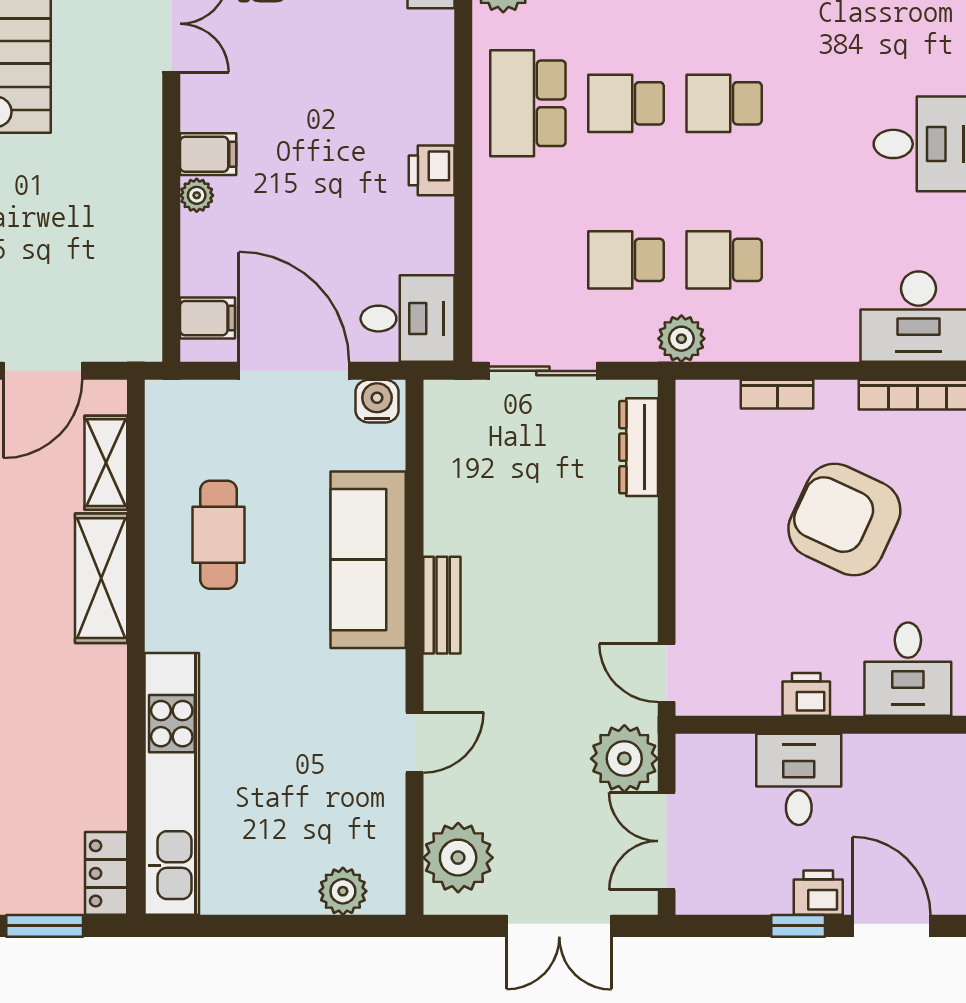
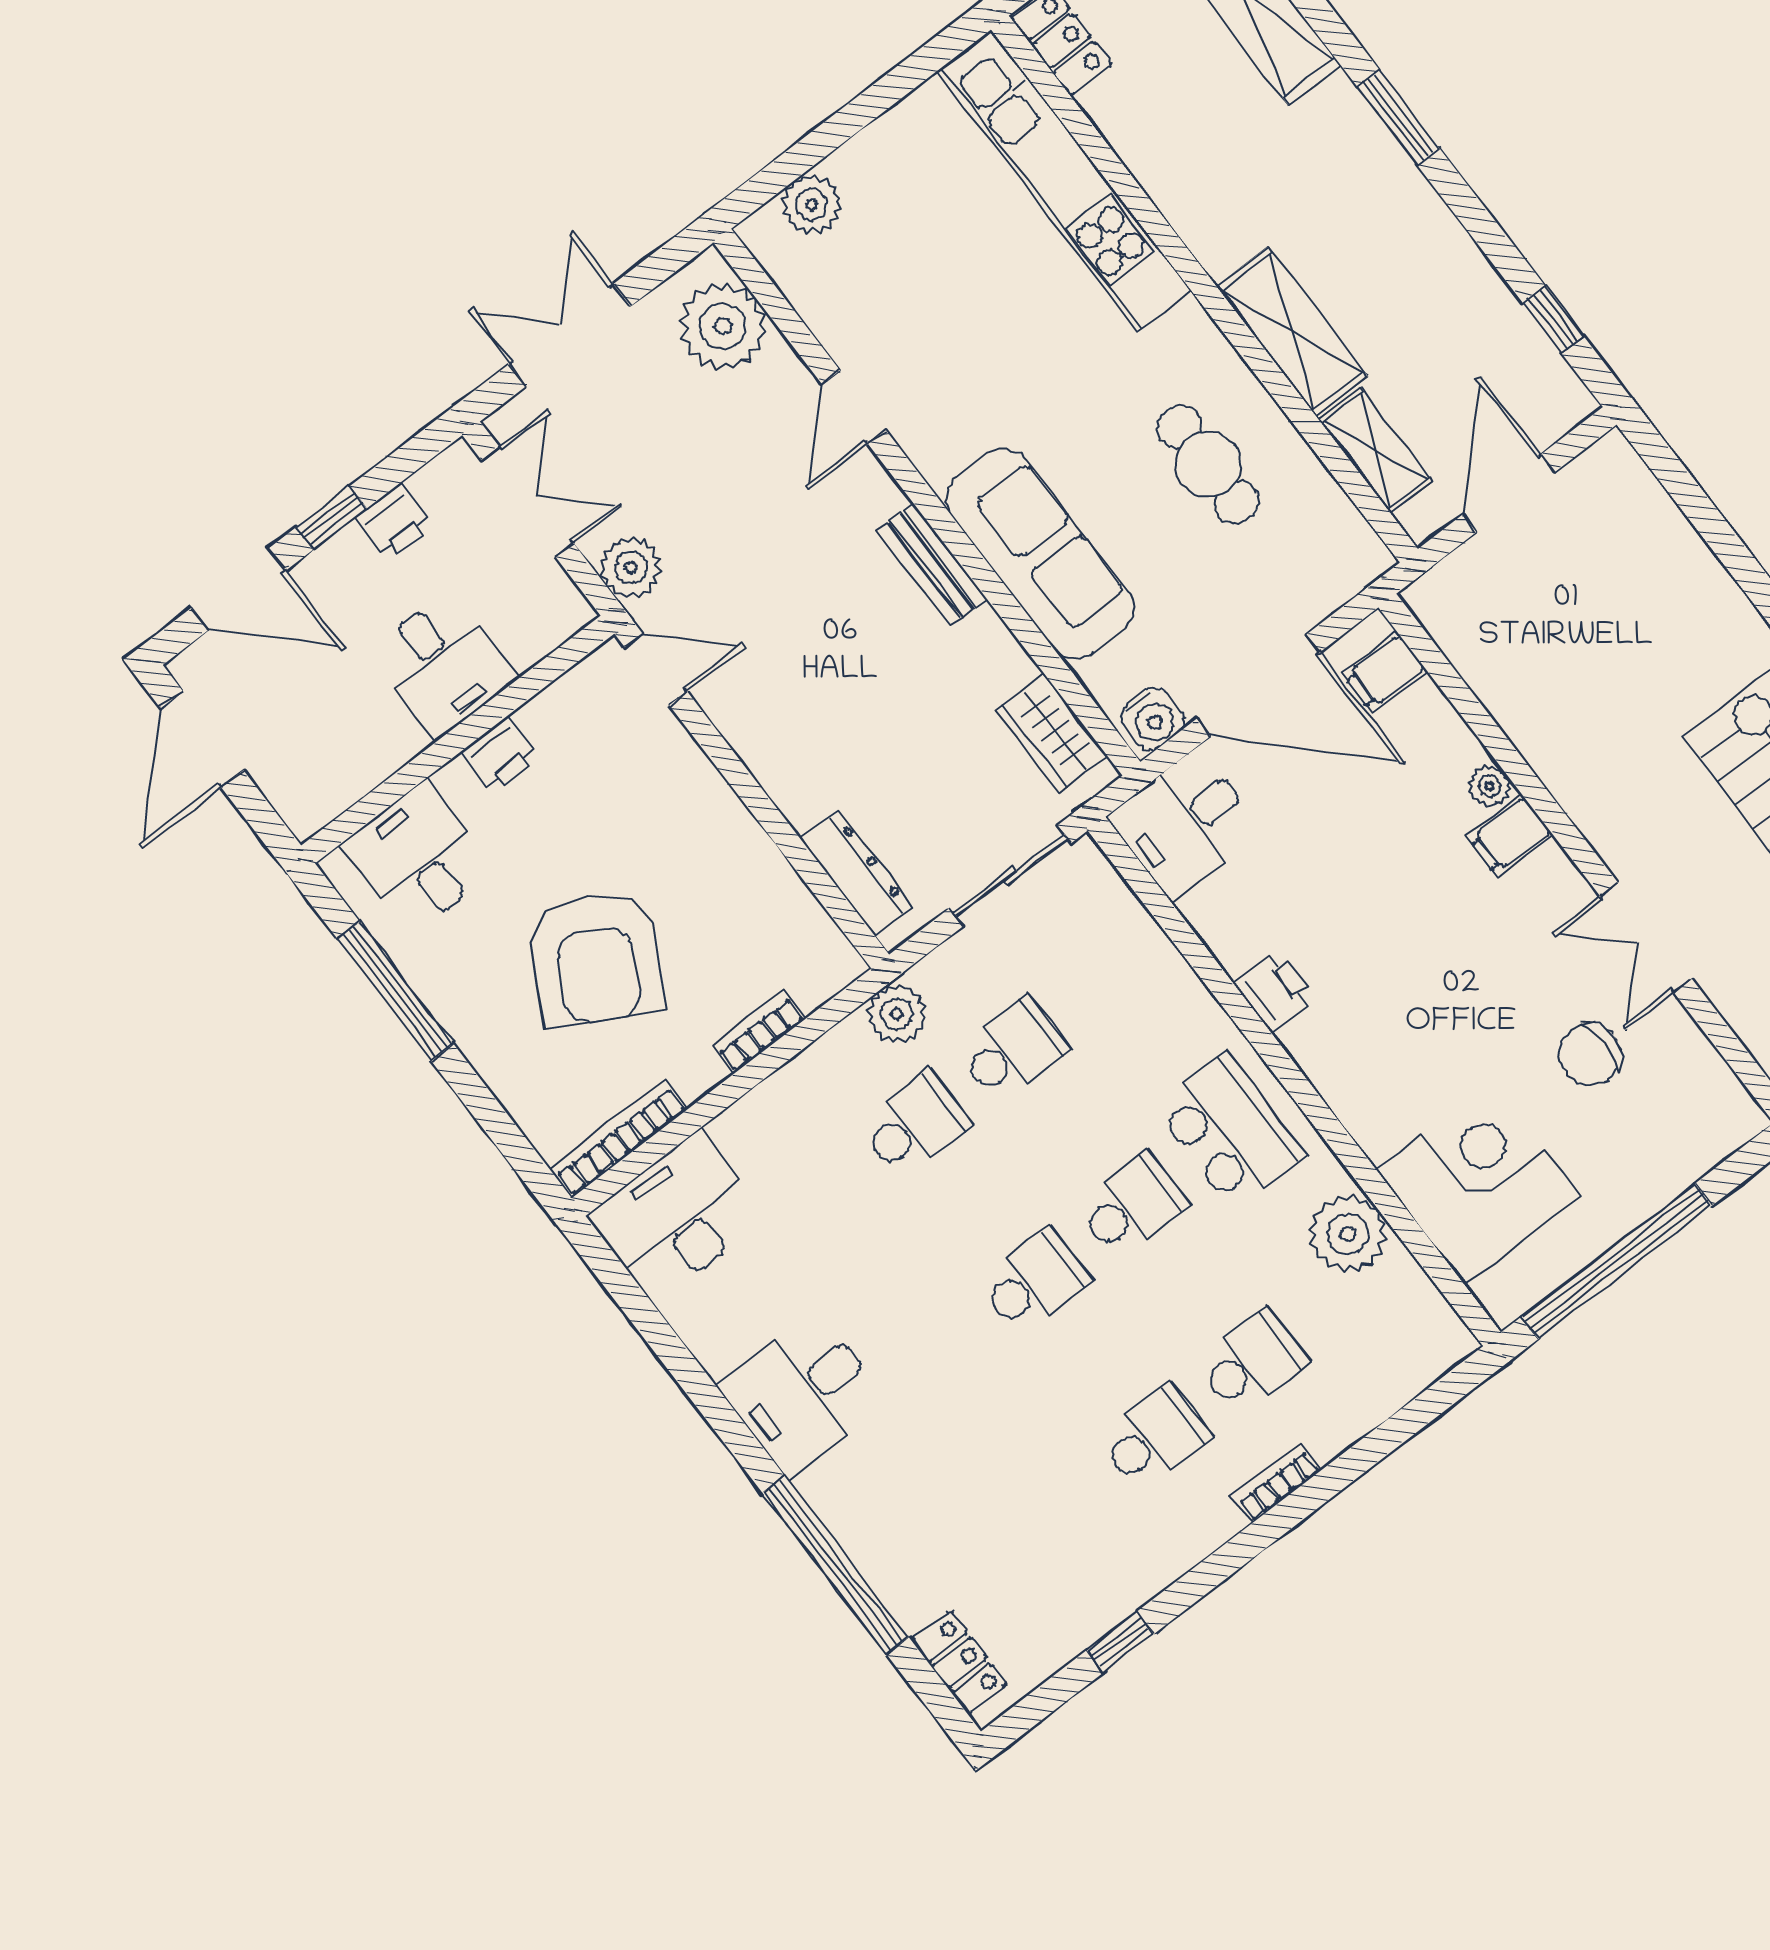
wardrobe: (448, 441) -> (1052, 734), added
armchair: (844, 520) -> (596, 958), turned 94
plant: (624, 759) -> (631, 567), width x0.73, depth x0.73
printer: (818, 893) -> (394, 522), moved

